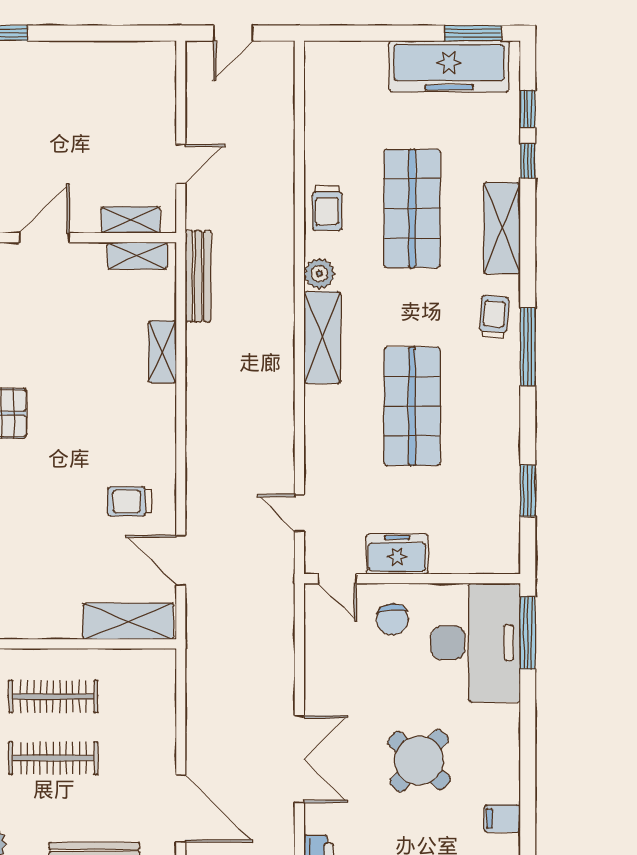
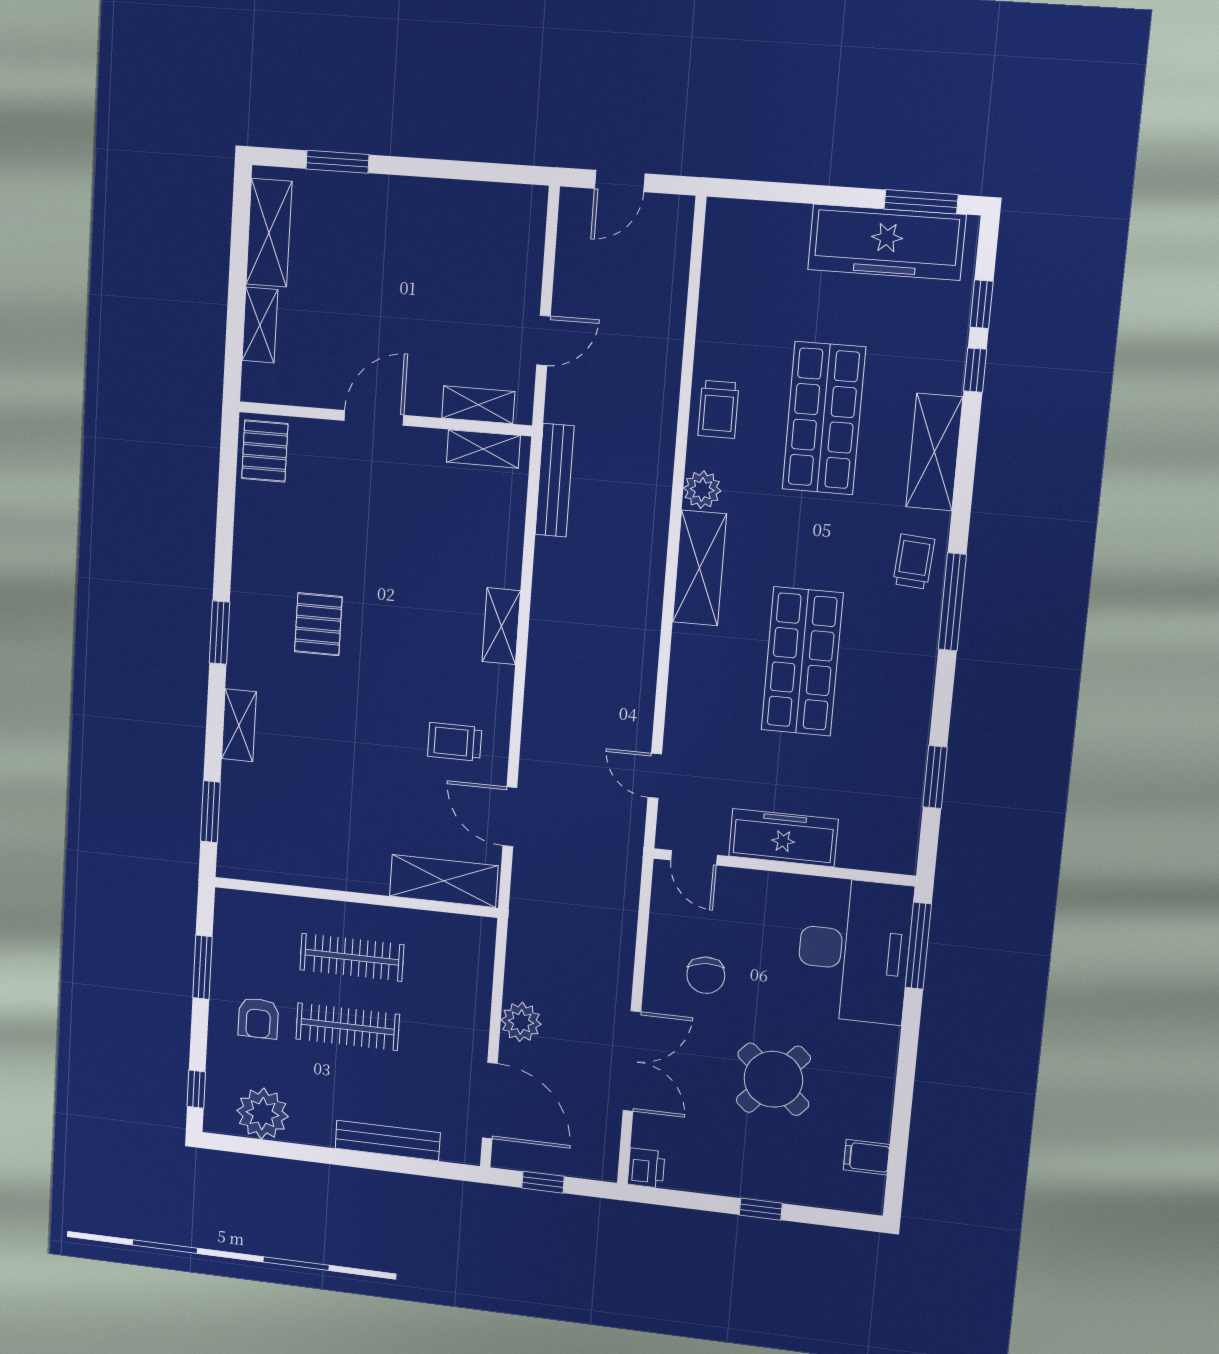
shelving: (162, 352) -> (501, 626), moved
freezer: (397, 554) -> (783, 838), width x1.40
chair: (392, 619) -> (706, 975), moved
plant: (203, 736) -> (521, 1022), added

